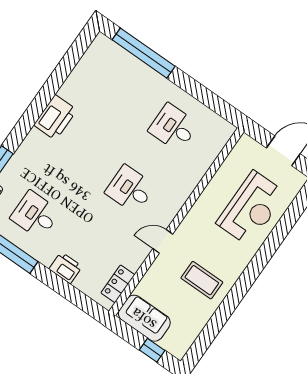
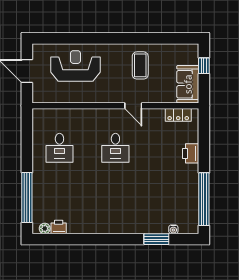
plant: (96, 49) -> (45, 228), added
printer: (55, 117) -> (59, 227), moved, width x0.53, depth x0.68
desk: (35, 215) -> (171, 194), removed

